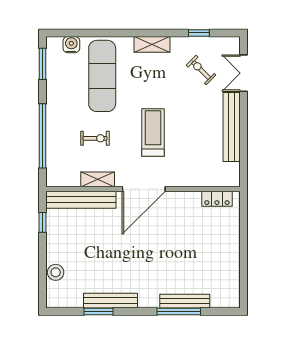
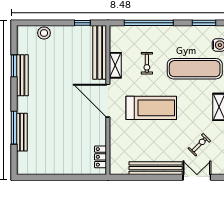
treadmill: (153, 133) -> (151, 108), width x1.37, depth x1.38

